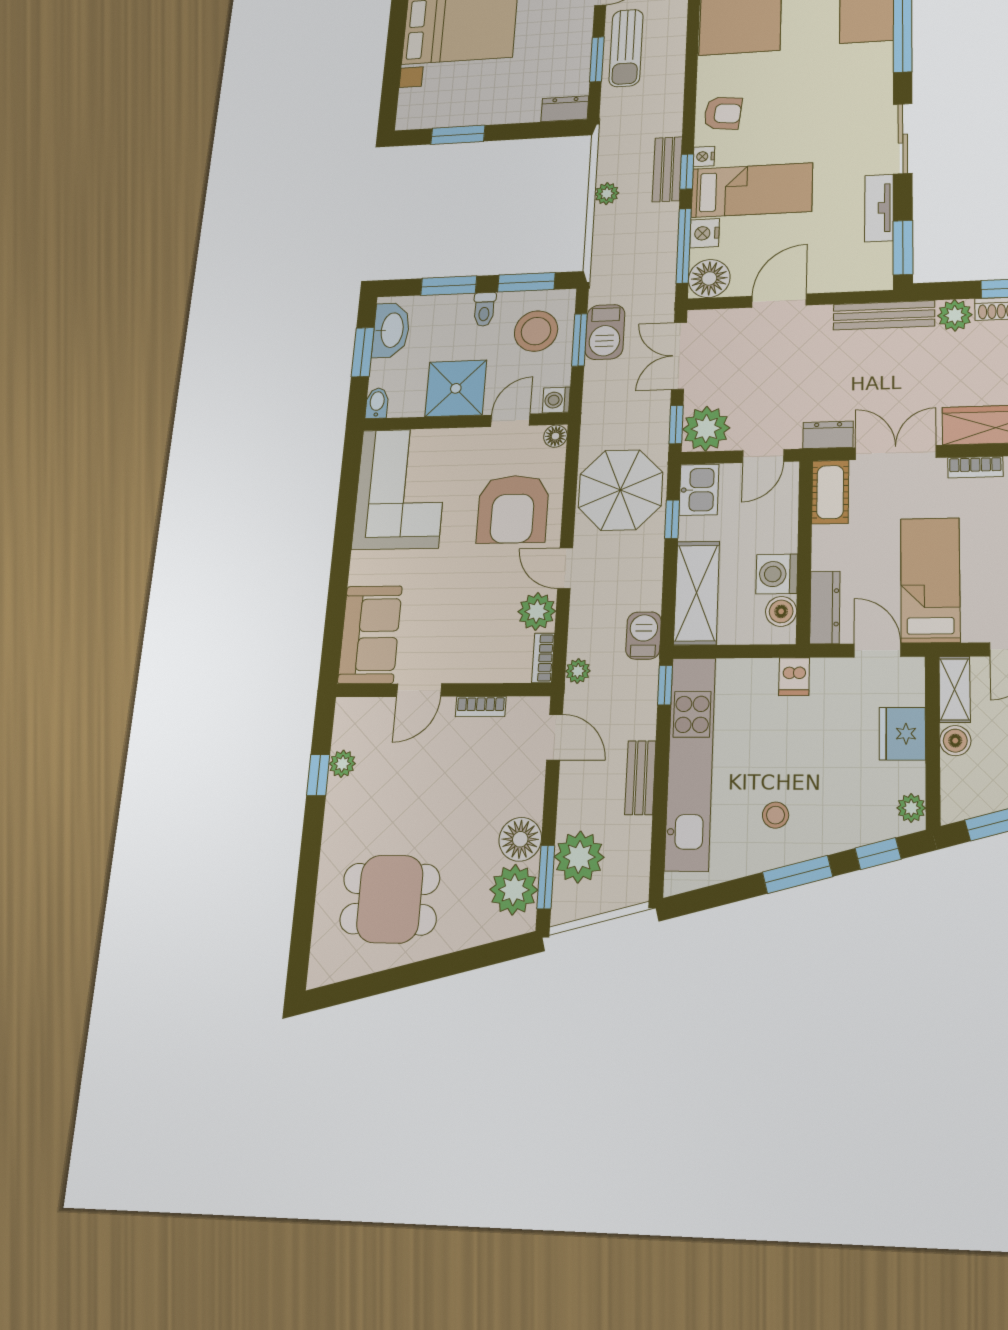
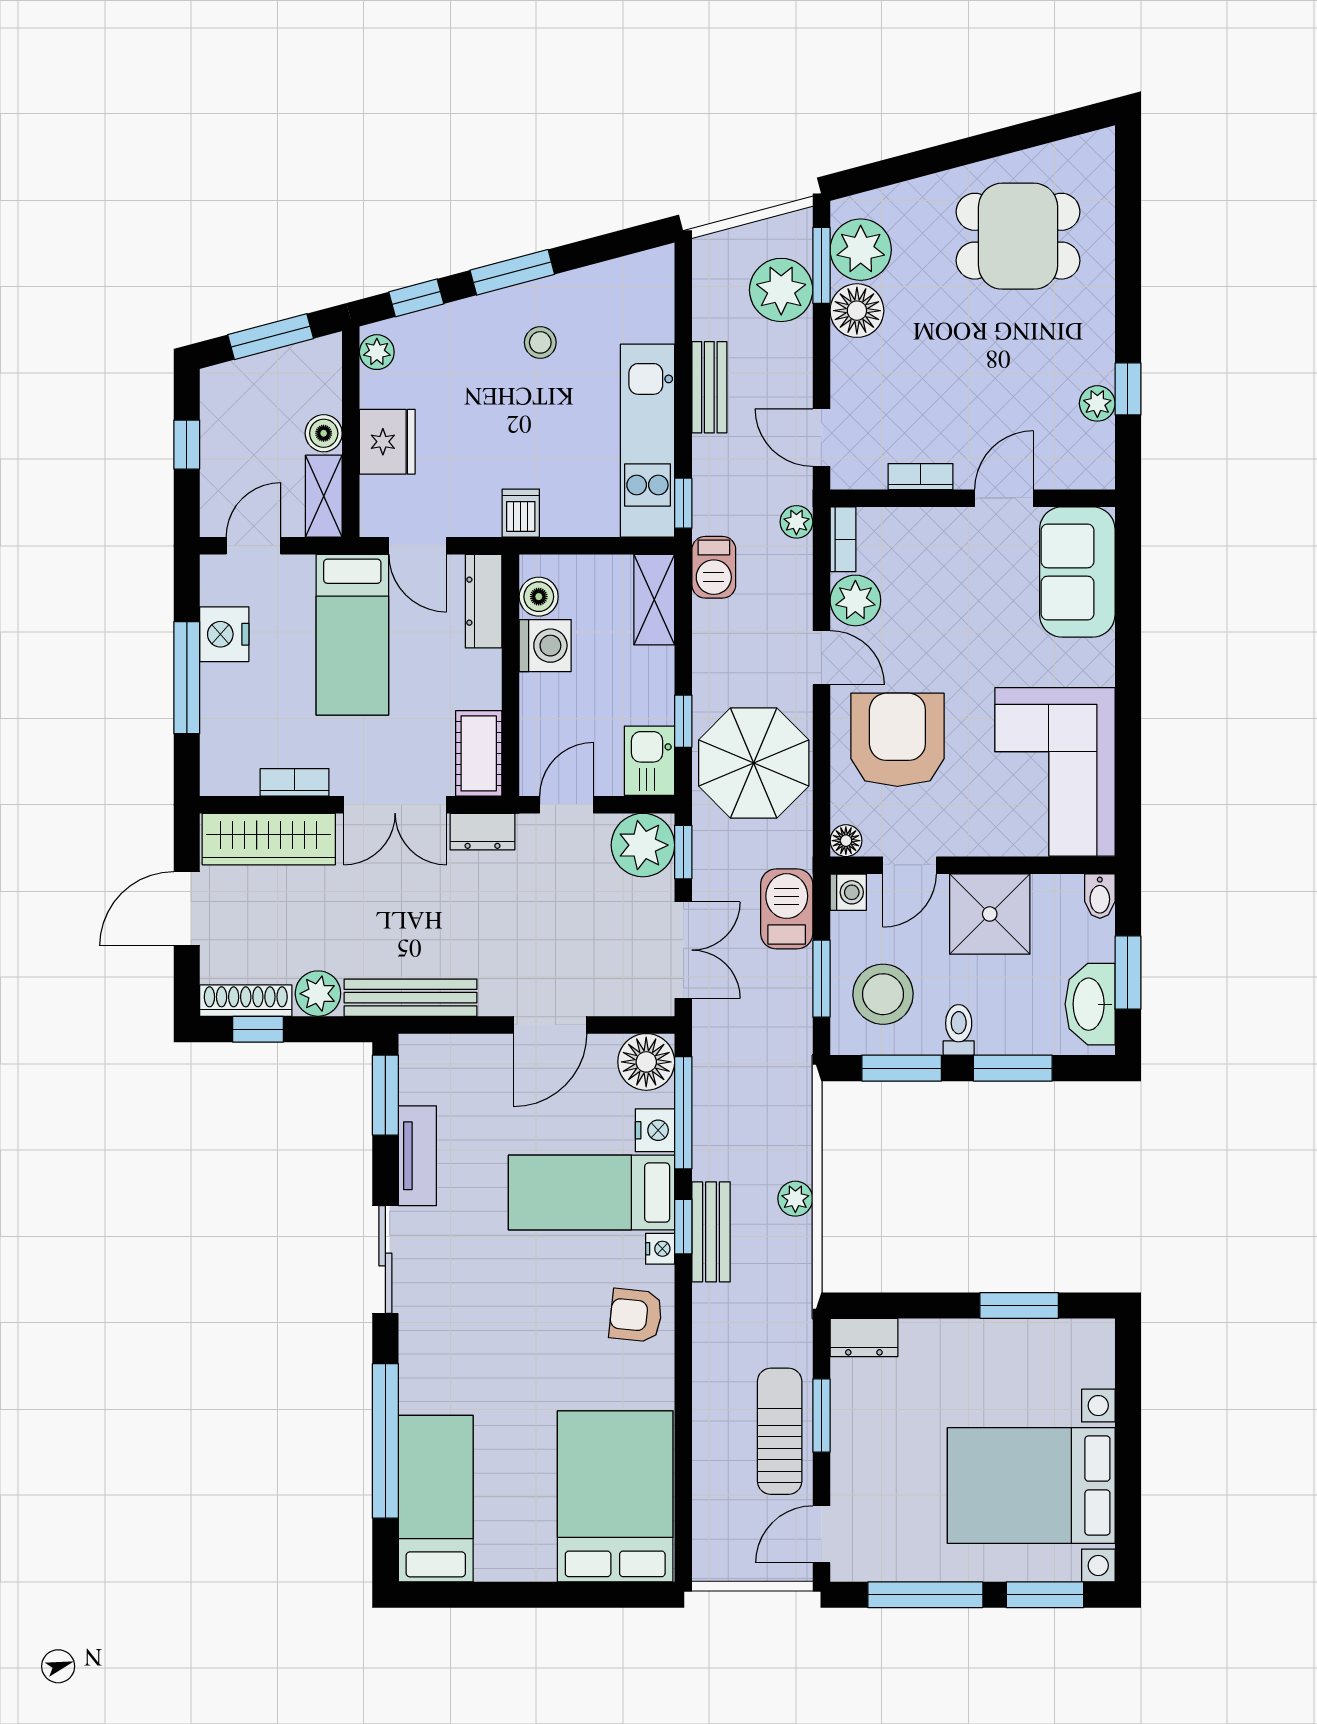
barbecue: (605, 332) -> (787, 909), moved
shelving: (697, 593) -> (654, 600), width x0.67, depth x0.75
kitchen unit: (690, 763) -> (647, 441), width x0.73

